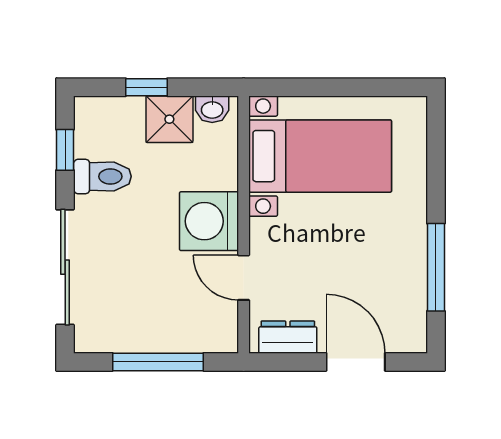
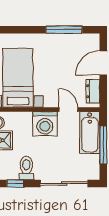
door: (244, 278) -> (68, 109), swing flipped
bathtub: (188, 329) -> (90, 133), added

